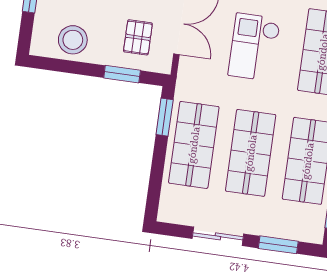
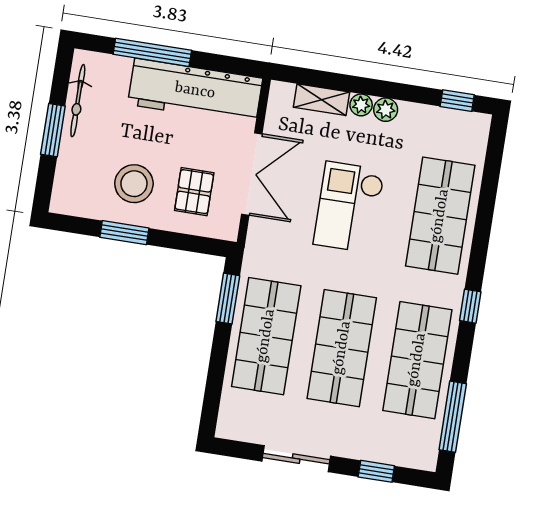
stool: (73, 40) -> (134, 184), moved
window: (122, 74) -> (124, 233), moved
window: (278, 245) -> (376, 471), width x0.67

